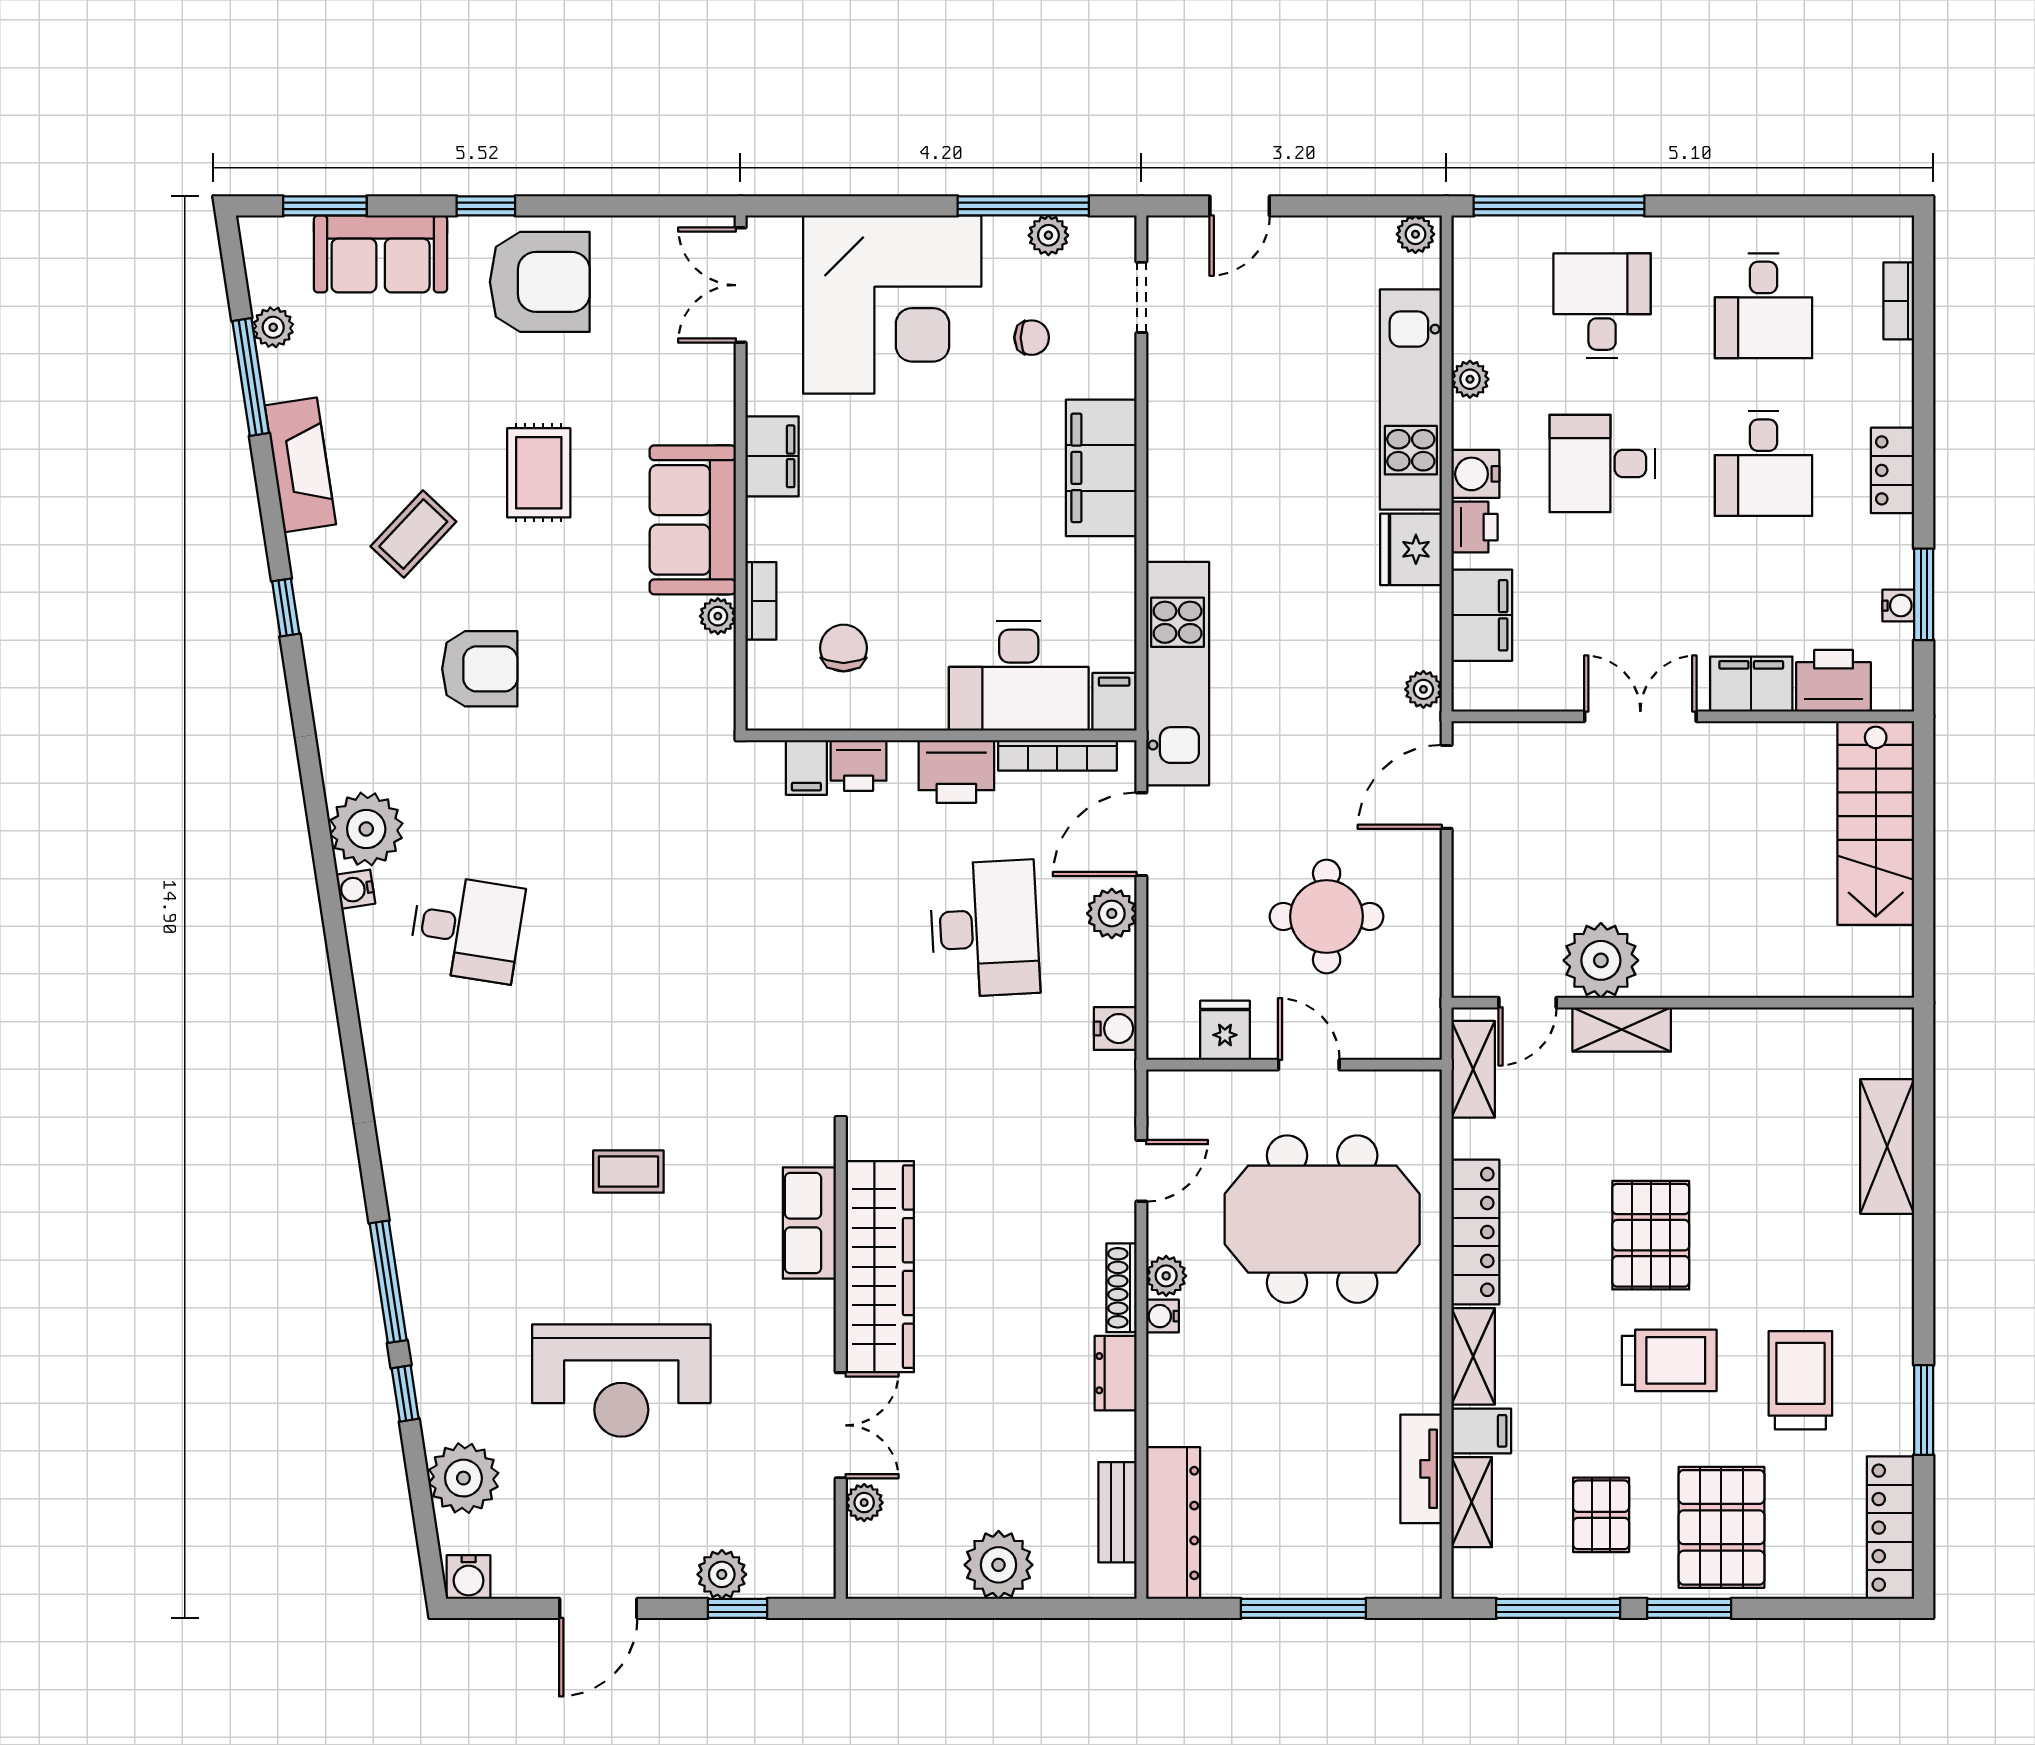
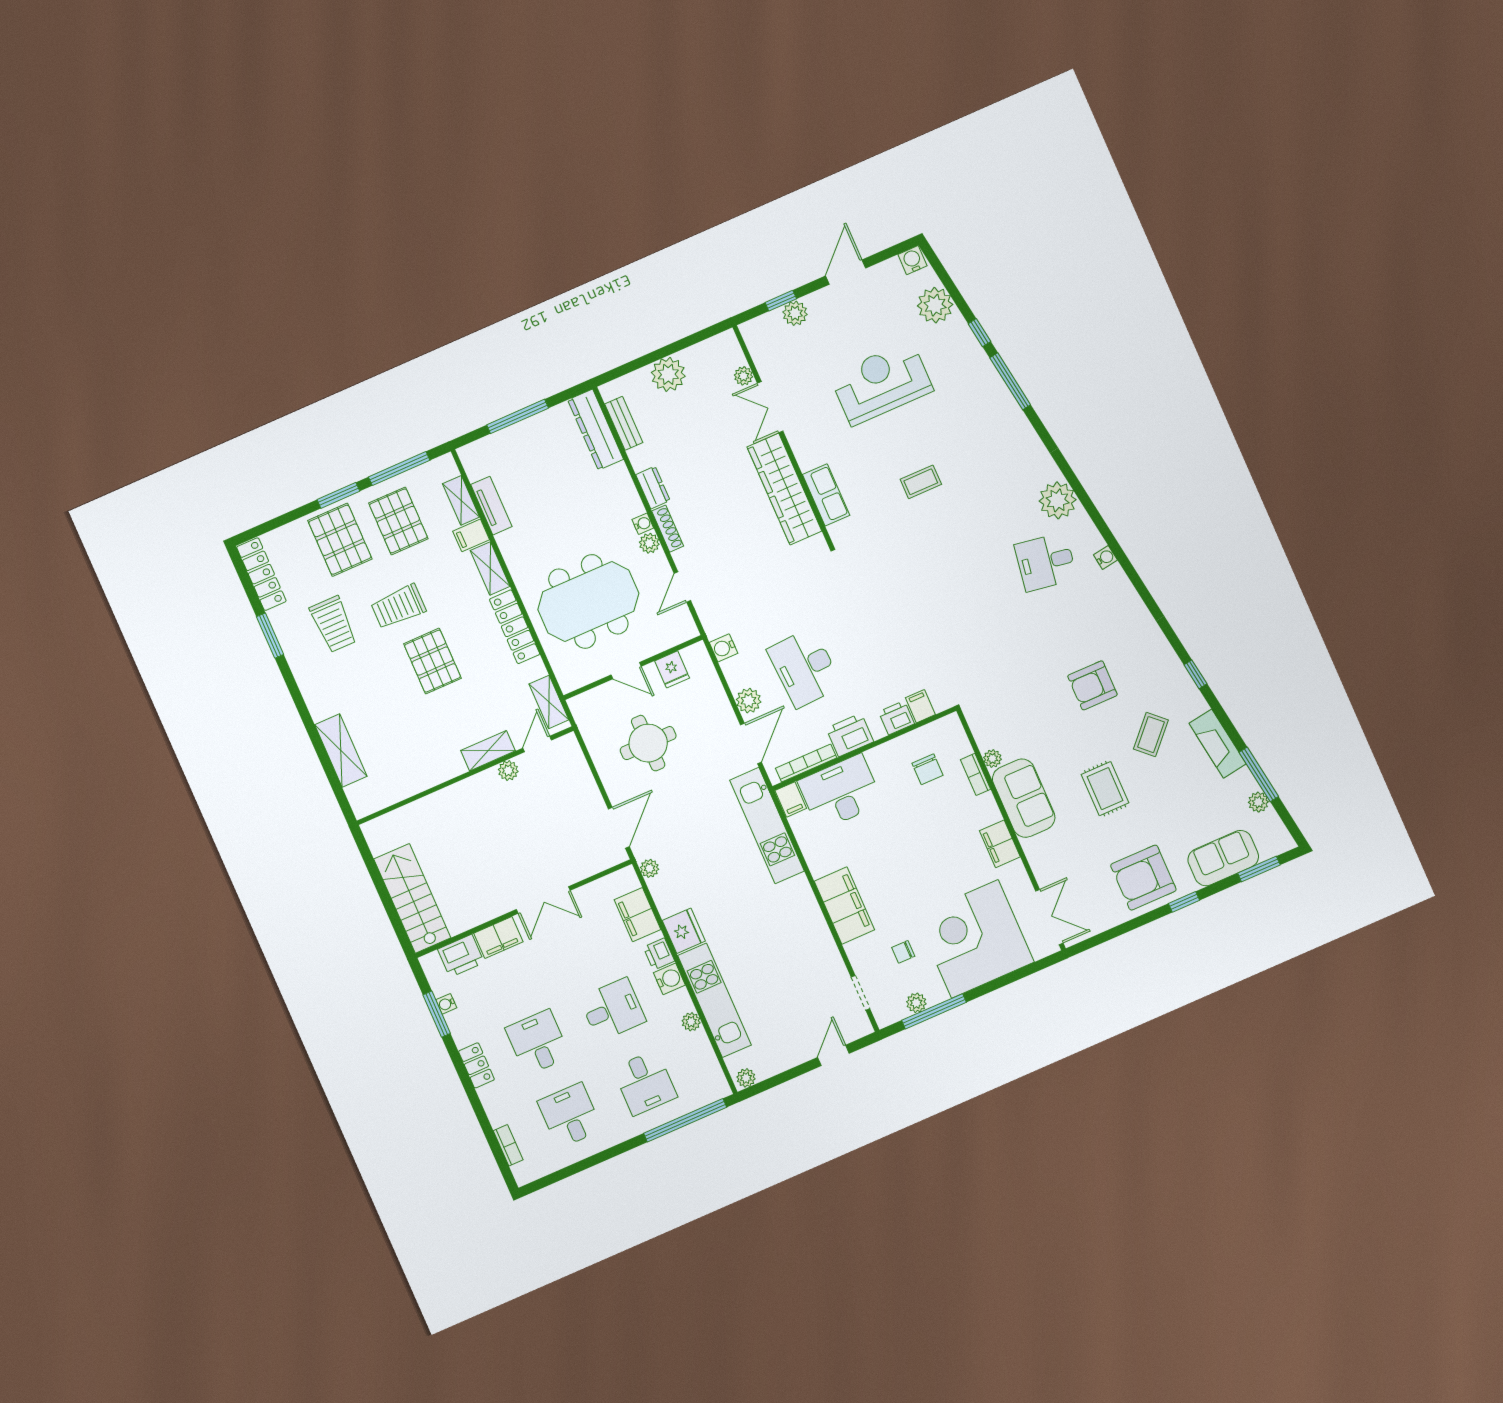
plant: (366, 829) -> (1058, 500), moved
plant: (1601, 960) -> (508, 770), width x0.53, depth x0.53
pallet: (1601, 1515) -> (398, 521), width x1.50, depth x1.42

